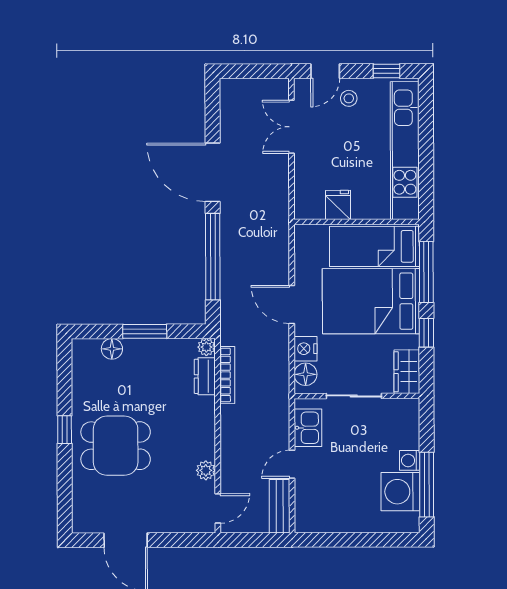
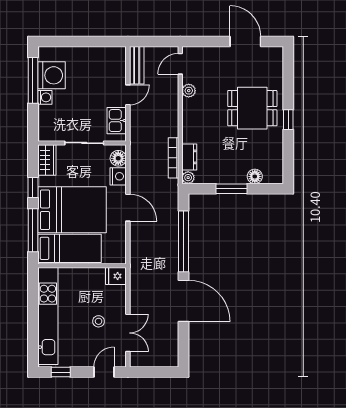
stool: (349, 98) -> (99, 321), moved
fridge: (338, 205) -> (116, 276), moved, turned 90

